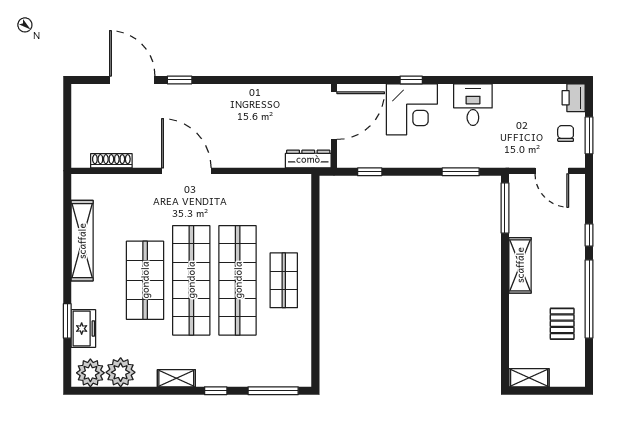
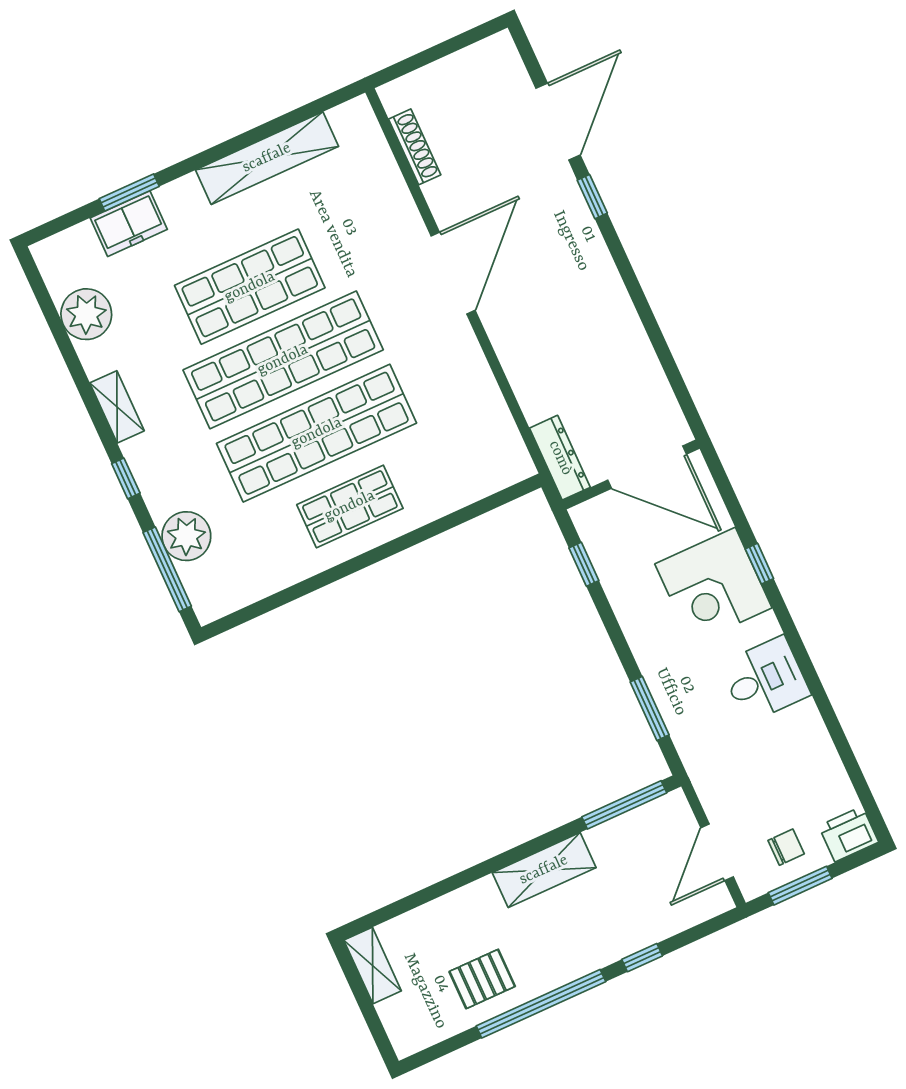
plant: (90, 373) -> (186, 536), moved

